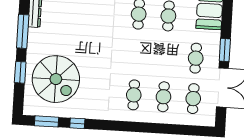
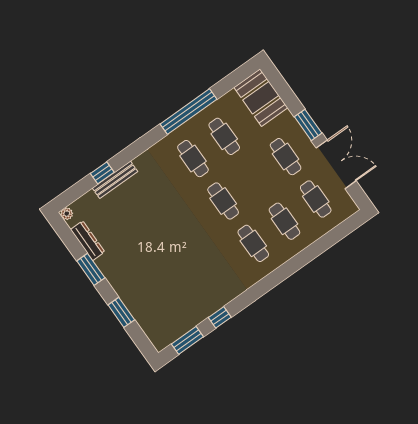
window: (23, 31) -> (91, 269), width x0.69
cafe table: (136, 55) -> (223, 201), added
spiral stairs: (56, 79) -> (162, 290), removed

